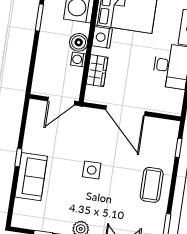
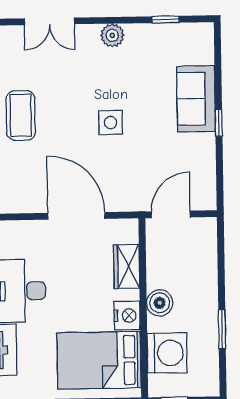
washing machine: (78, 59) -> (156, 278), removed

